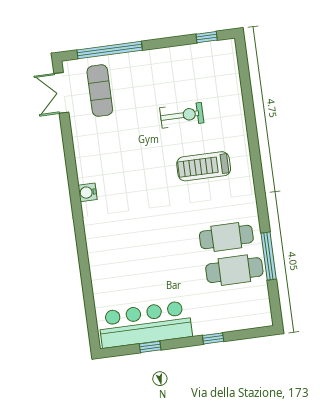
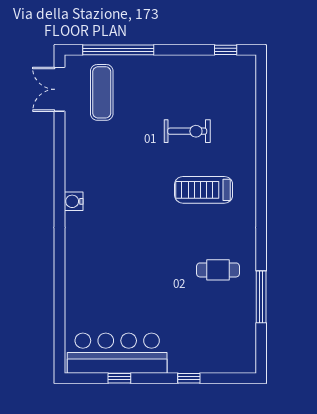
cafe table: (226, 237) -> (218, 270), width x0.73, depth x0.74
cafe table: (234, 270) -> (222, 307), removed

